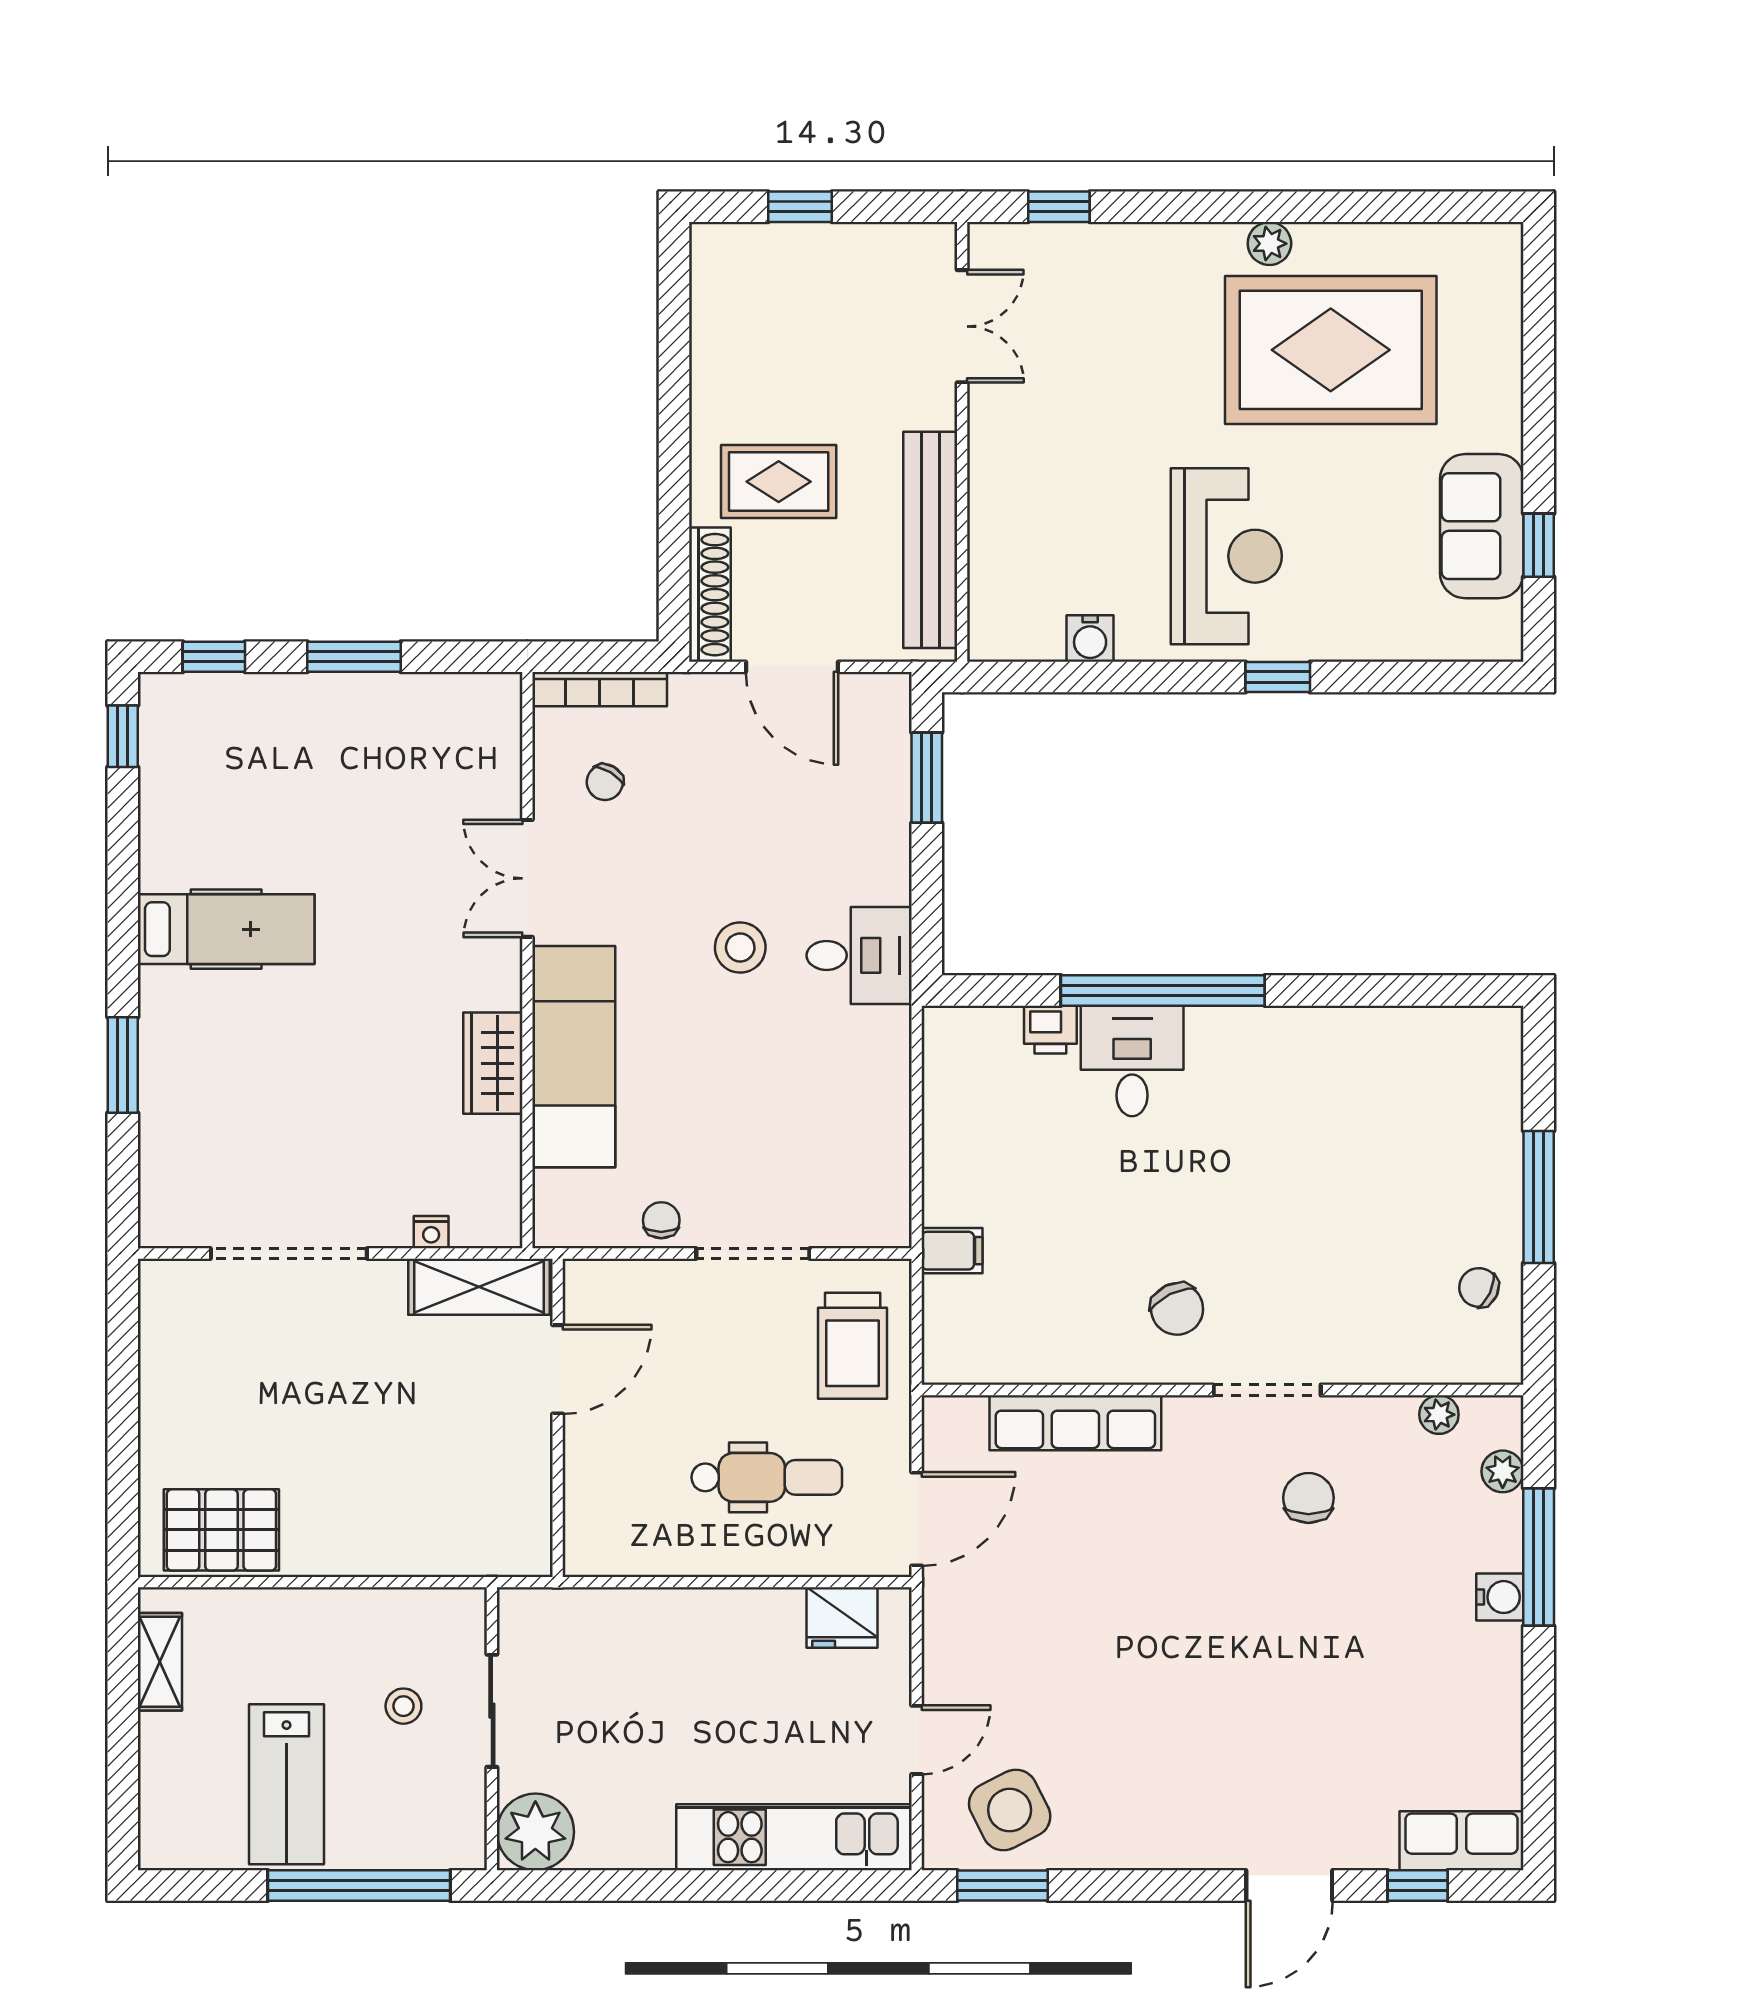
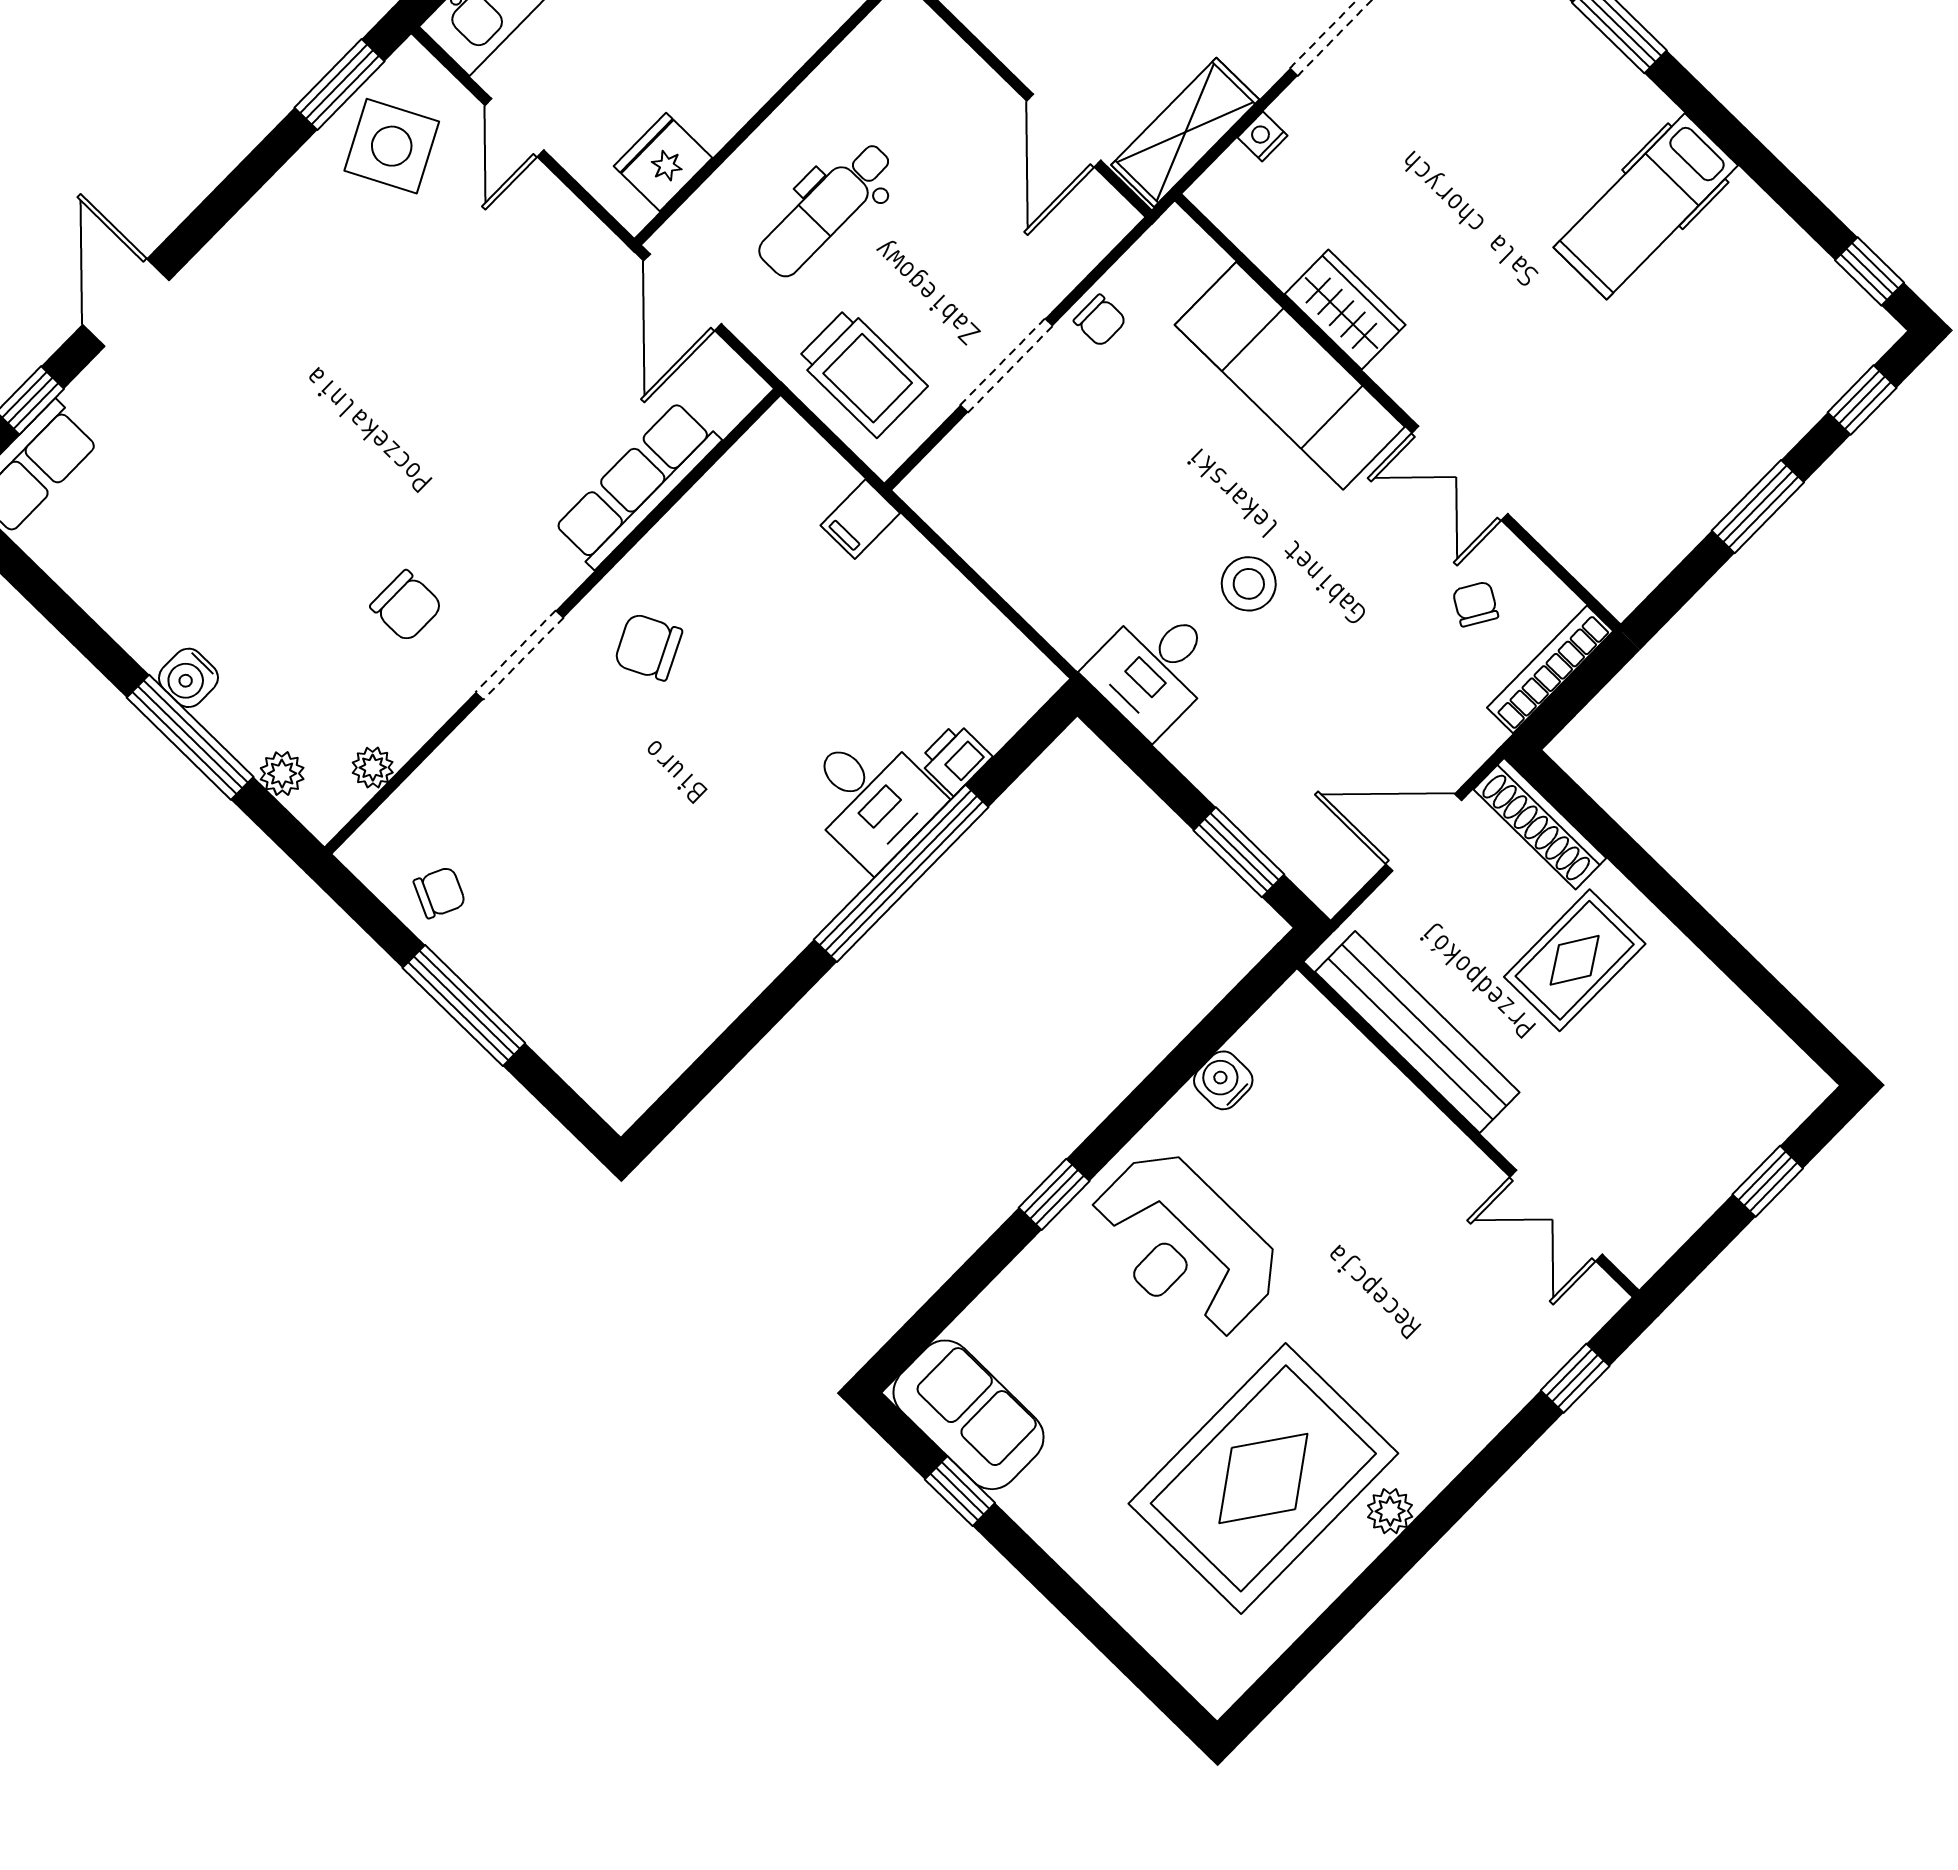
sofa: (1482, 526) -> (969, 1415), moved
double door: (527, 878) -> (1460, 473), swing flipped
trolley: (853, 1346) -> (862, 373), turned 180

